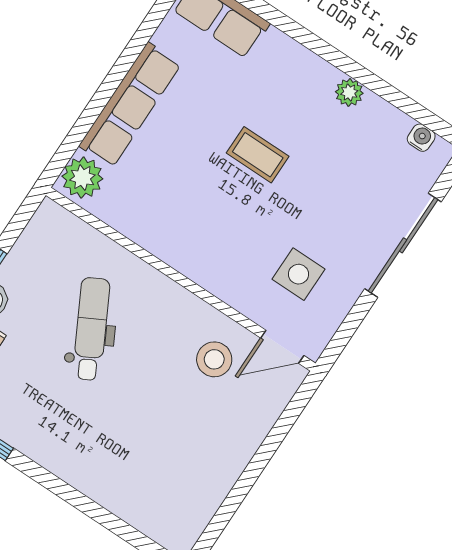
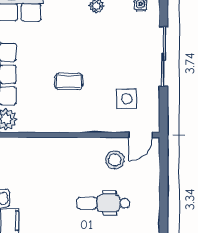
coffee table: (258, 155) -> (69, 81), moved
dental chair: (91, 329) -> (103, 203), moved, turned -62

